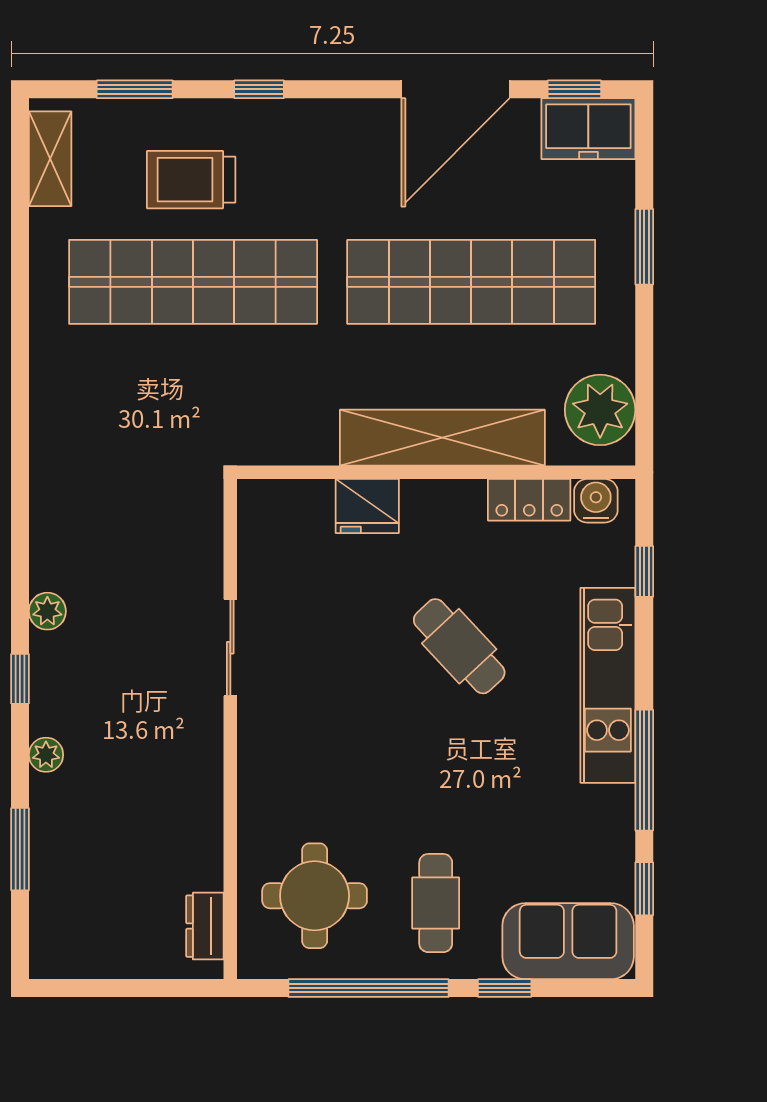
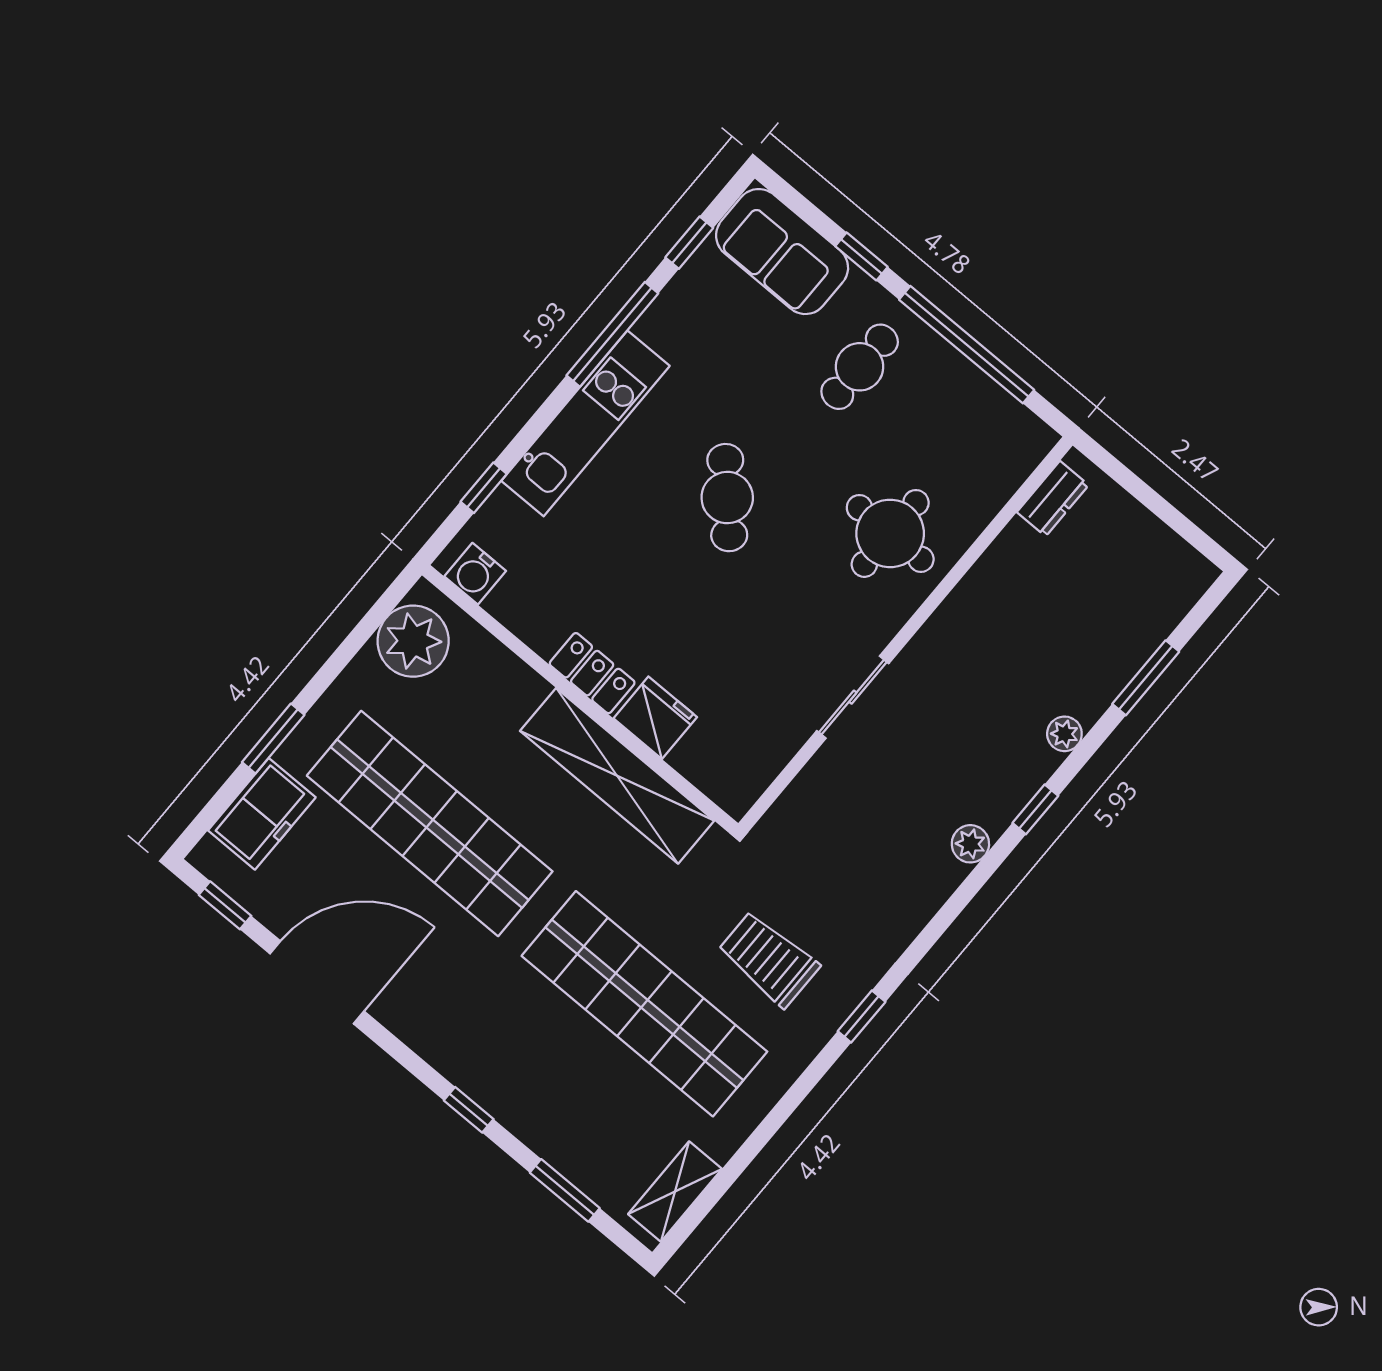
freezer: (588, 129) -> (262, 814), moved, turned 90
trolley: (191, 180) -> (768, 959), moved, turned 180
window: (20, 411) -> (862, 1016), added
shelving: (442, 438) -> (617, 776), moved
locker: (529, 500) -> (592, 673), moved
cafe table: (459, 646) -> (727, 498), moved
round table: (315, 896) -> (890, 533), moved

